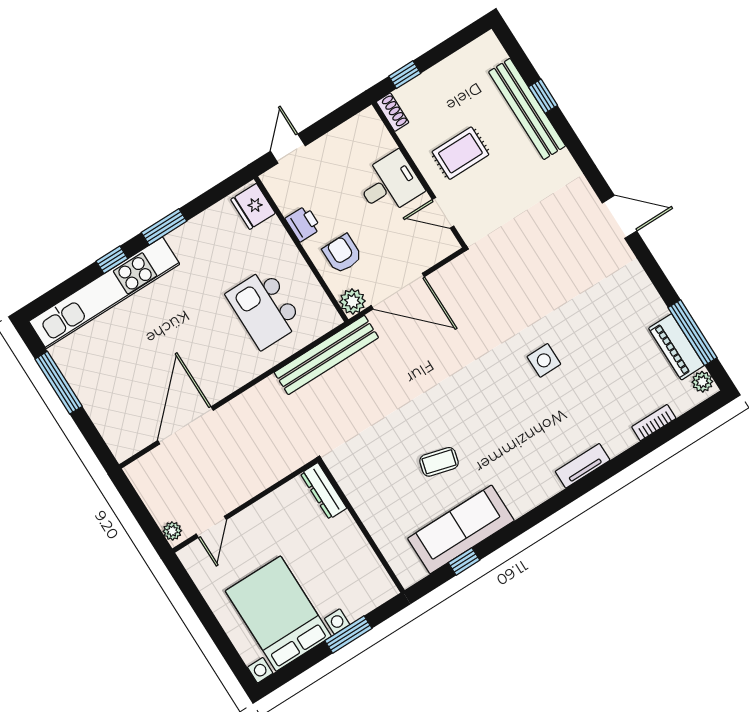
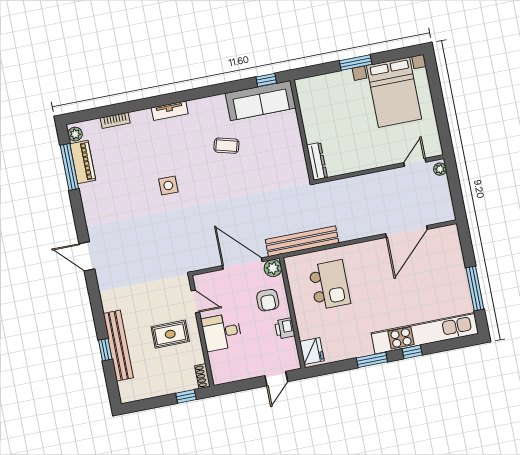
coffee table: (439, 462) -> (226, 146), moved
dresser: (324, 491) -> (317, 161), moved
wall: (361, 526) -> (302, 130), moved

